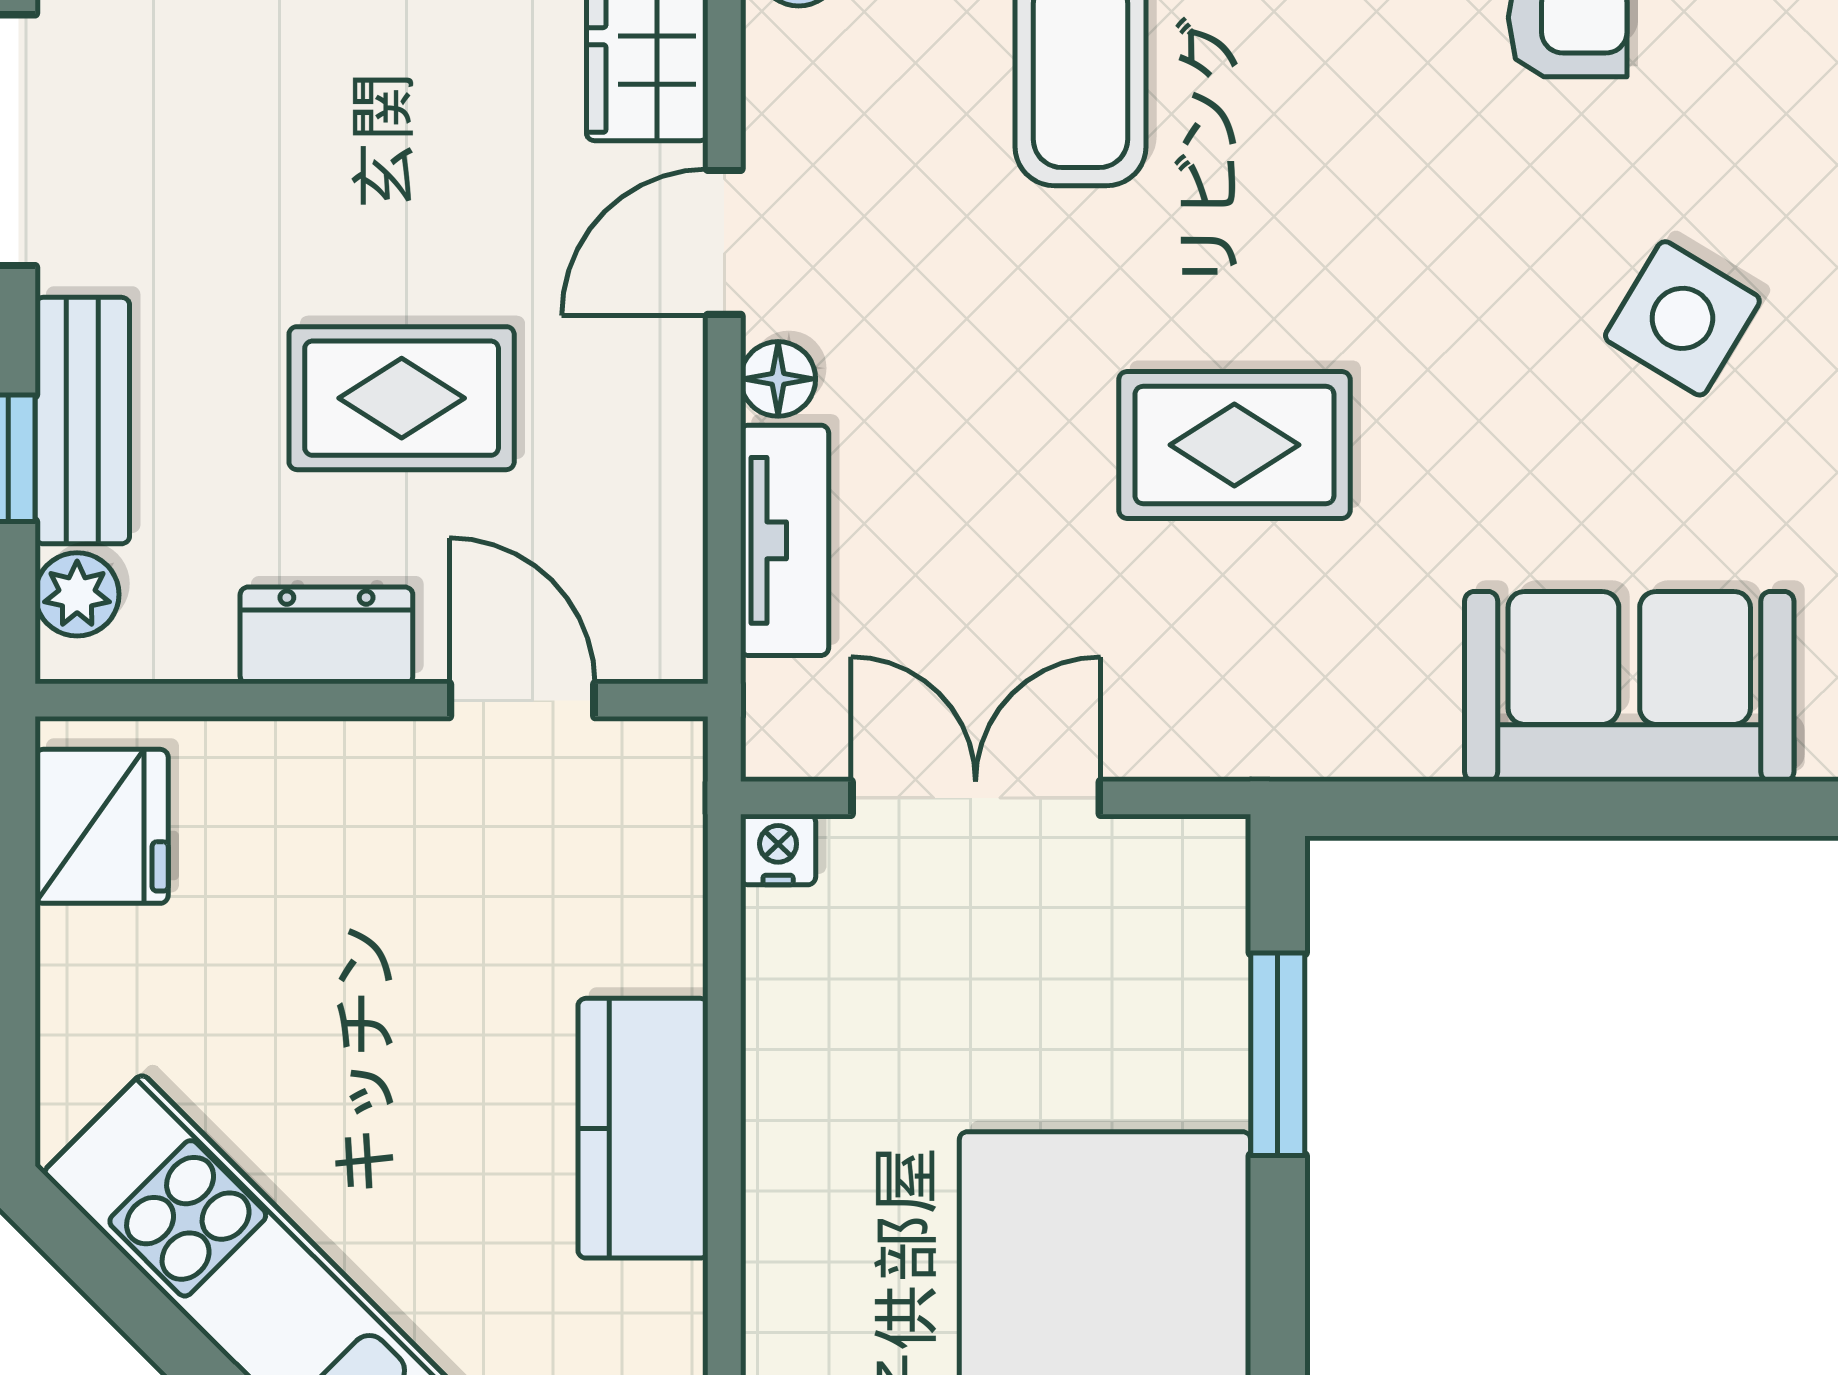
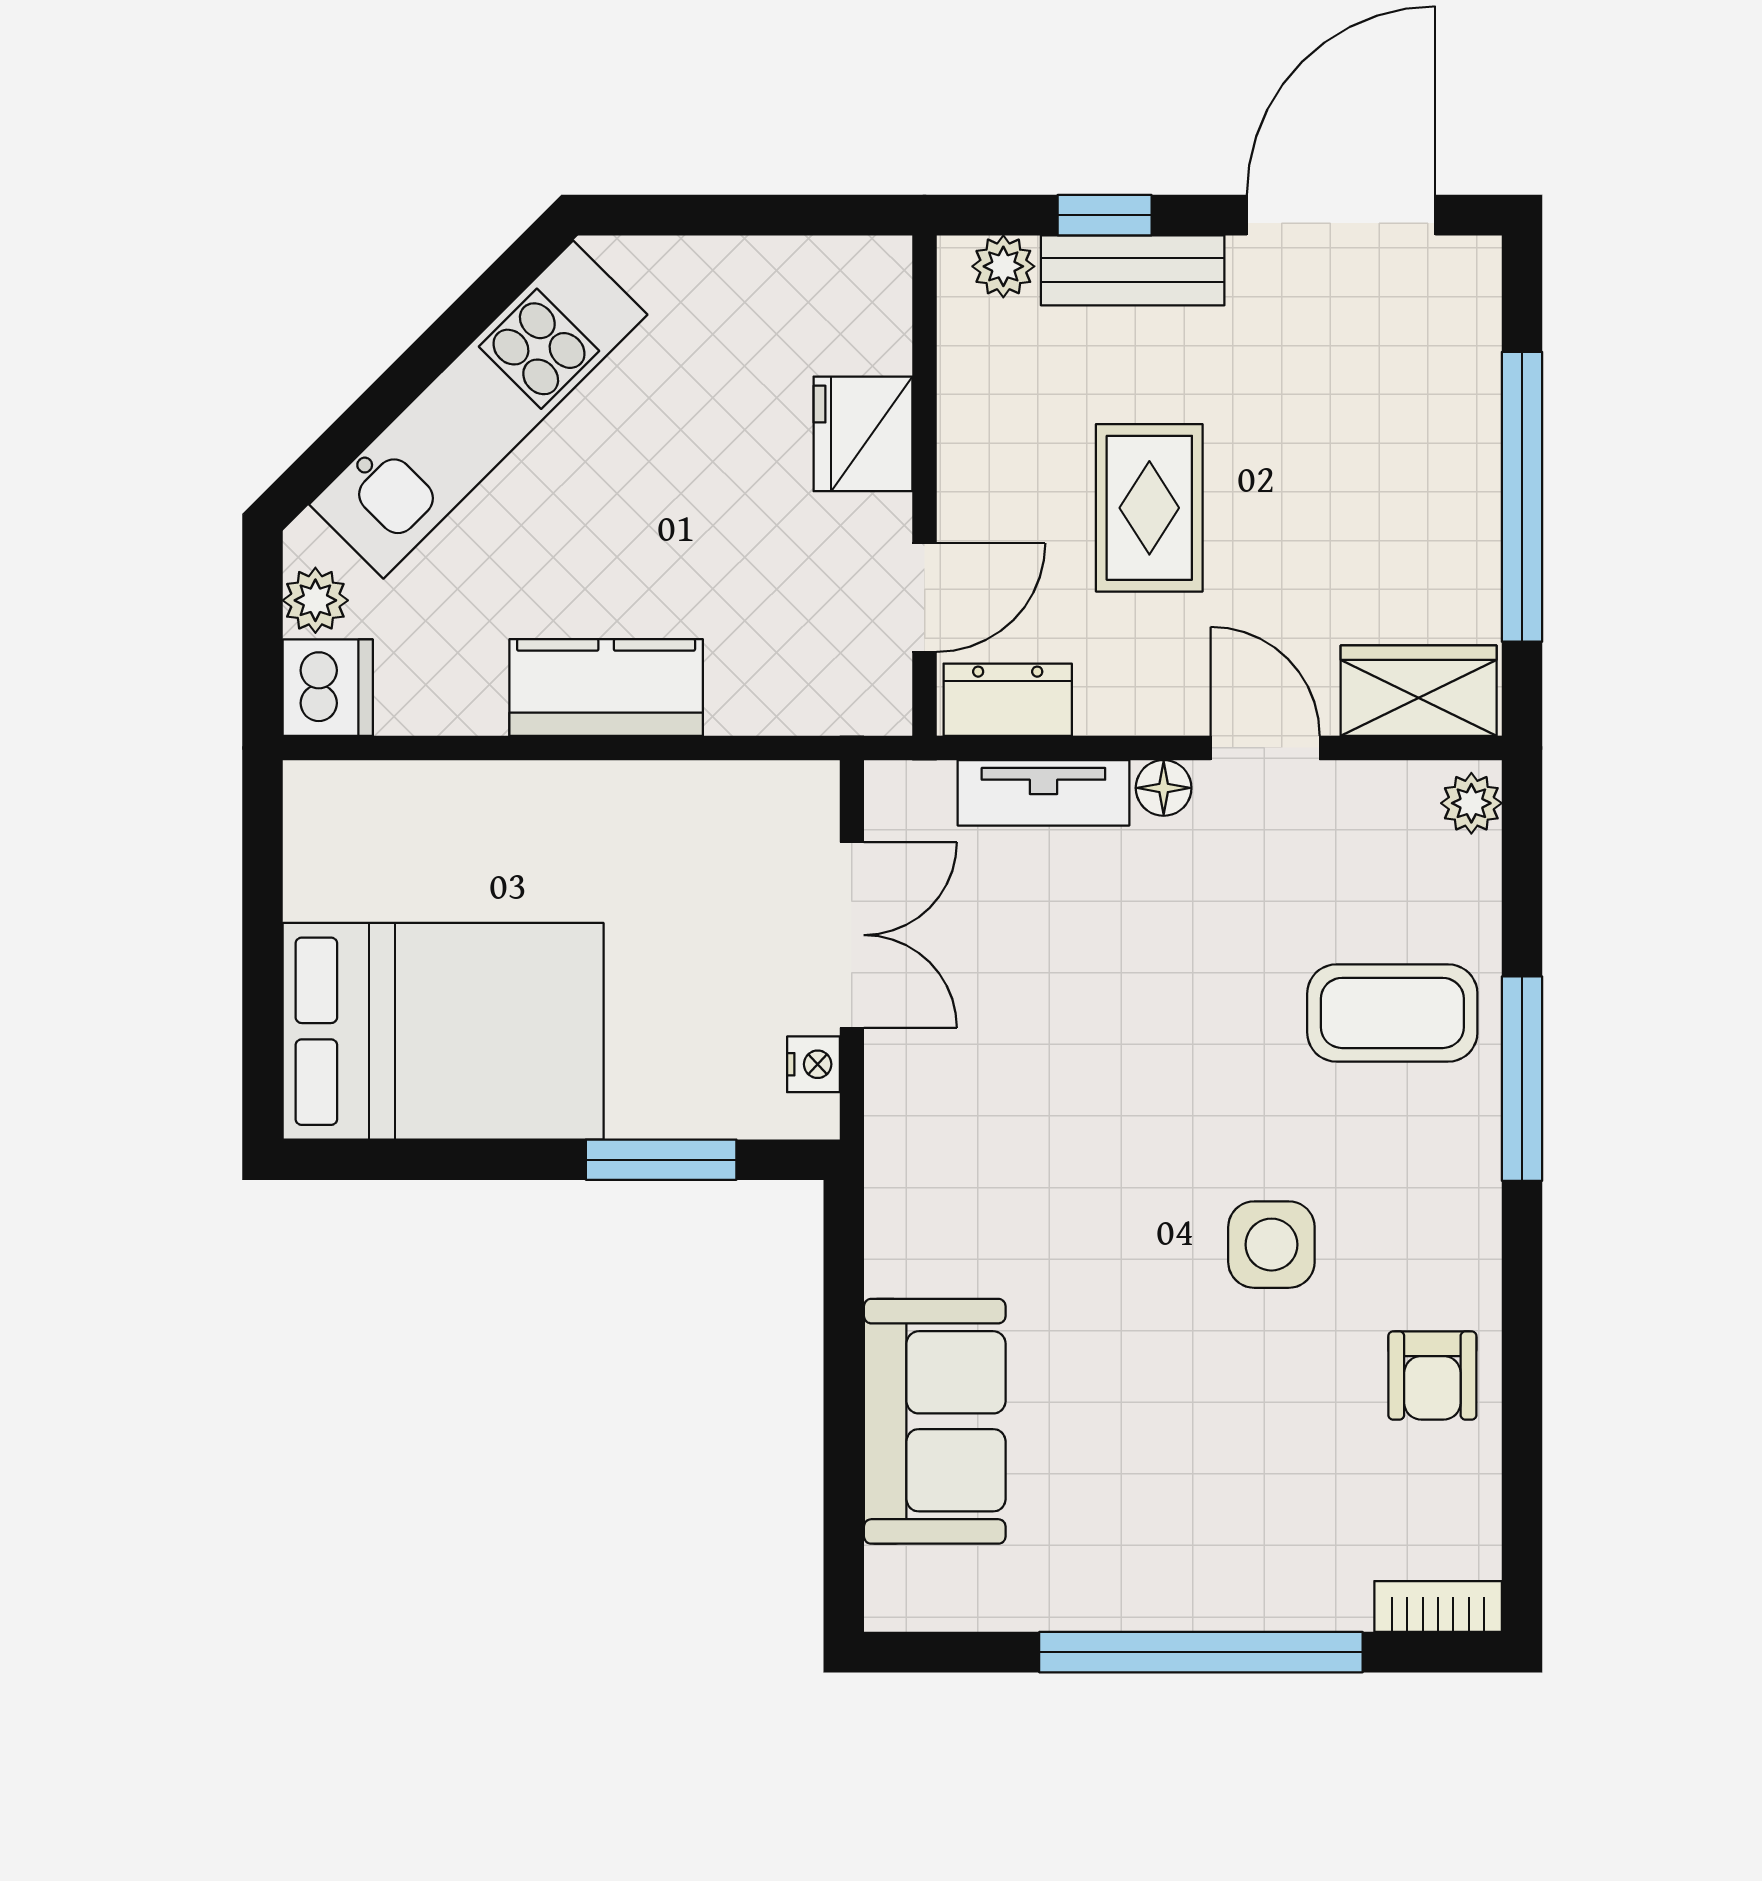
side table: (1682, 318) -> (1271, 1245), moved, turned -31
rug: (1234, 445) -> (1114, 1128), removed
dresser: (326, 635) -> (1008, 700), moved, turned -90
fridge: (102, 826) -> (863, 434), moved, turned 90
nightstand: (778, 850) -> (813, 1064), moved

